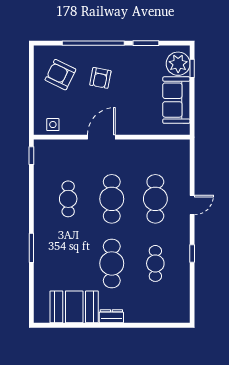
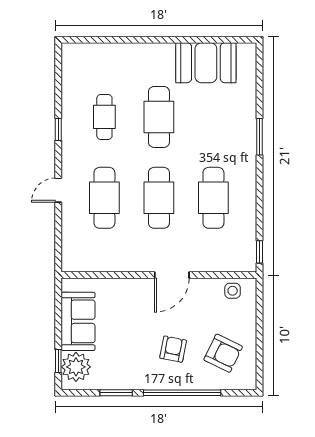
cafe table: (68, 199) -> (213, 198), width x1.37, depth x1.35
dresser: (111, 316) -> (159, 51), removed

